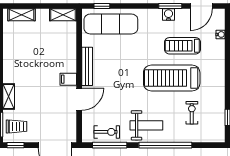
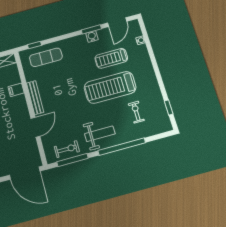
exercise mat: (111, 24) -> (46, 57), width x0.73, depth x0.69
filing cabinet: (68, 79) -> (16, 90), moved

